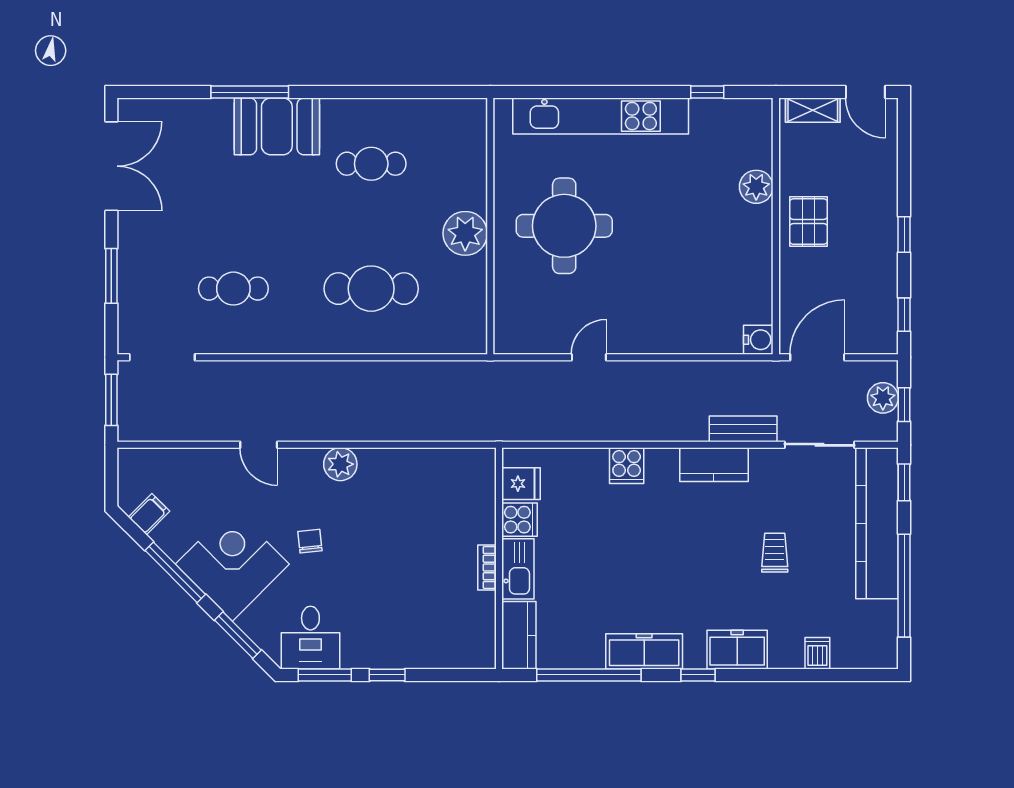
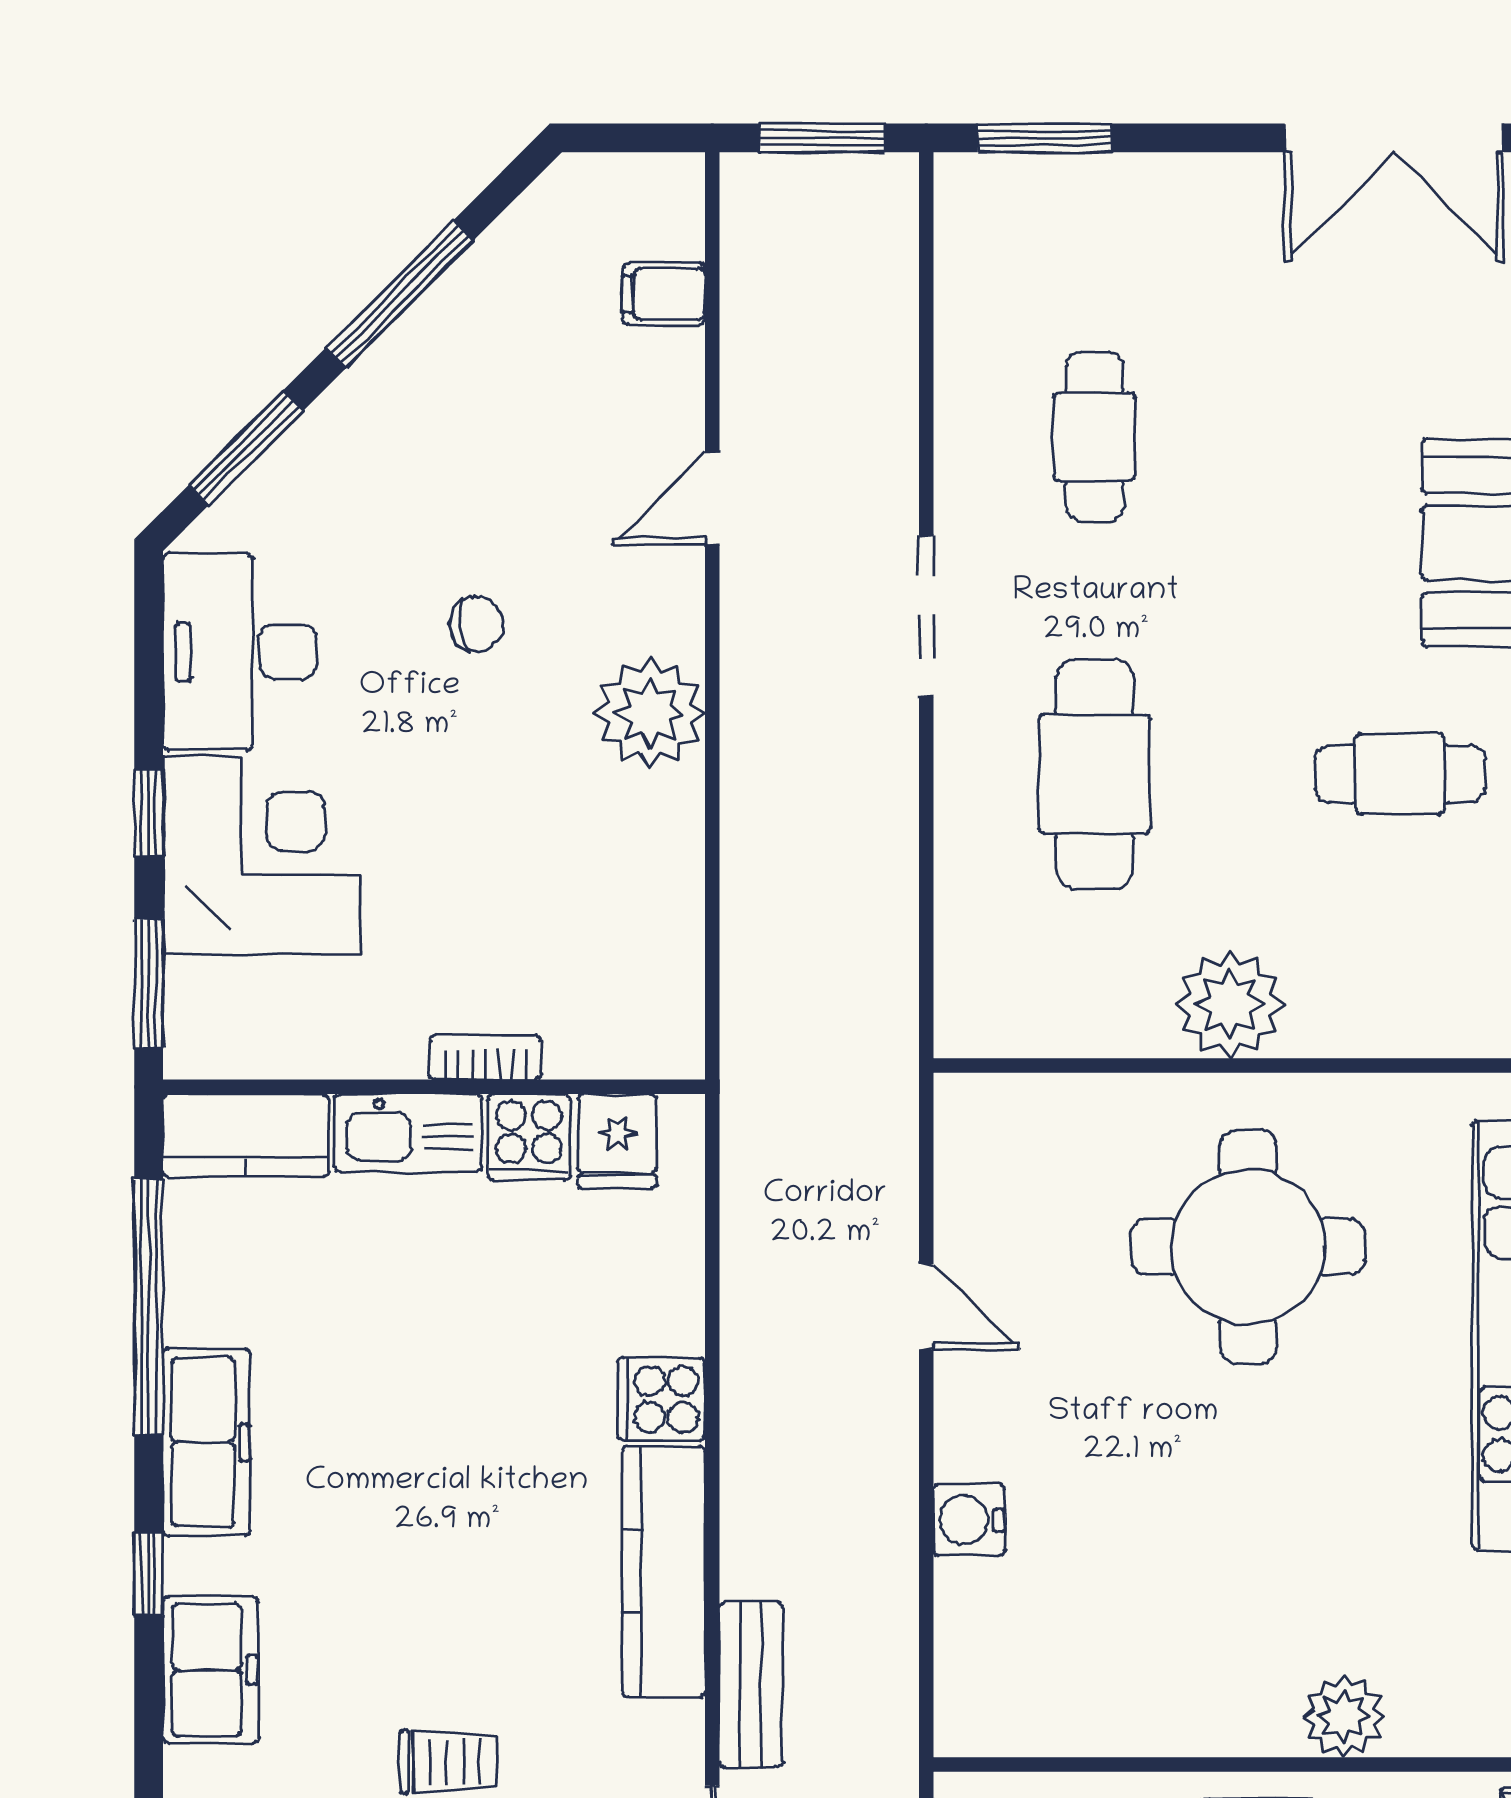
cafe table: (371, 164) -> (1400, 774), turned 90
window: (111, 276) -> (1045, 138), moved
water cooler: (758, 340) -> (969, 1520), moved, turned 90
doorway: (162, 357) -> (926, 616), moved
plant: (340, 464) -> (650, 713), width x1.36, depth x1.36
kitchen counter: (714, 465) -> (663, 1571), width x1.50
filing cabinet: (149, 514) -> (664, 294), moved, turned 135
corner desk: (232, 564) -> (262, 855), moved, turned -45
bookcase: (487, 567) -> (485, 1057), moved
desk: (310, 638) -> (240, 652), width x1.37
window: (325, 675) -> (149, 984), moved

